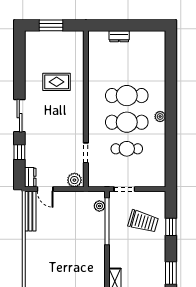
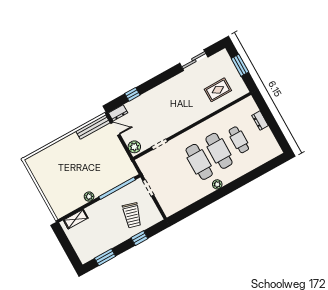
rug: (57, 82) -> (218, 90), moved, turned 90
sliding door: (19, 116) -> (194, 60), moved
cafe table: (127, 149) -> (239, 140), moved
door: (45, 189) -> (115, 129), swing flipped
plant: (99, 206) -> (89, 197), moved

